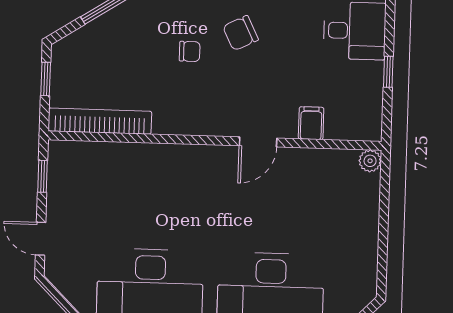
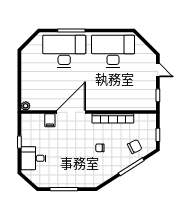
chair: (241, 33) -> (135, 147), moved
bookcase: (100, 121) -> (113, 118), moved
door: (258, 142) -> (71, 112), width x1.87

